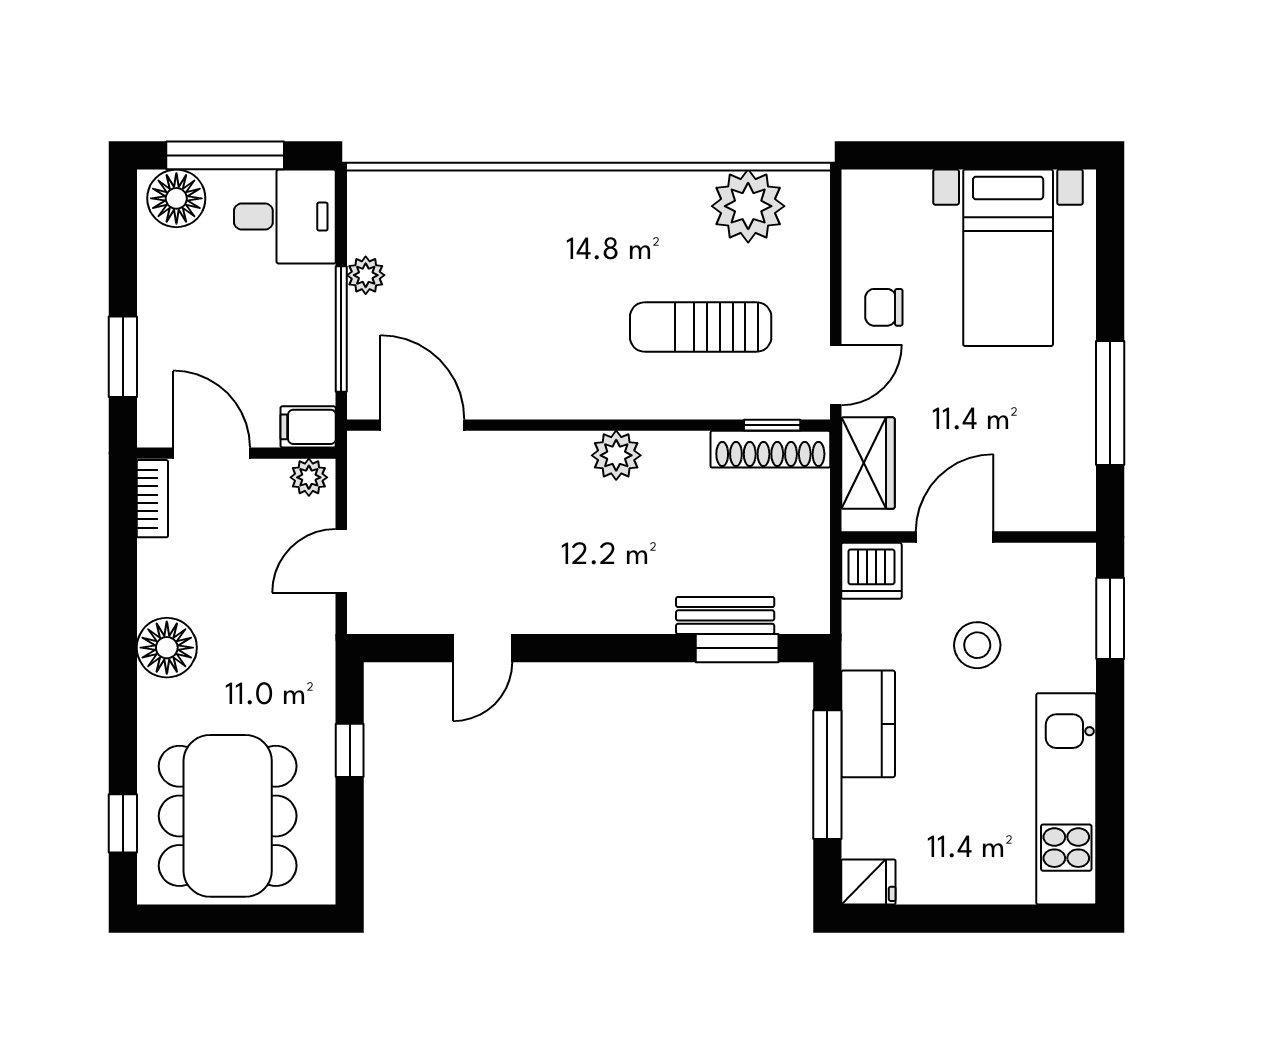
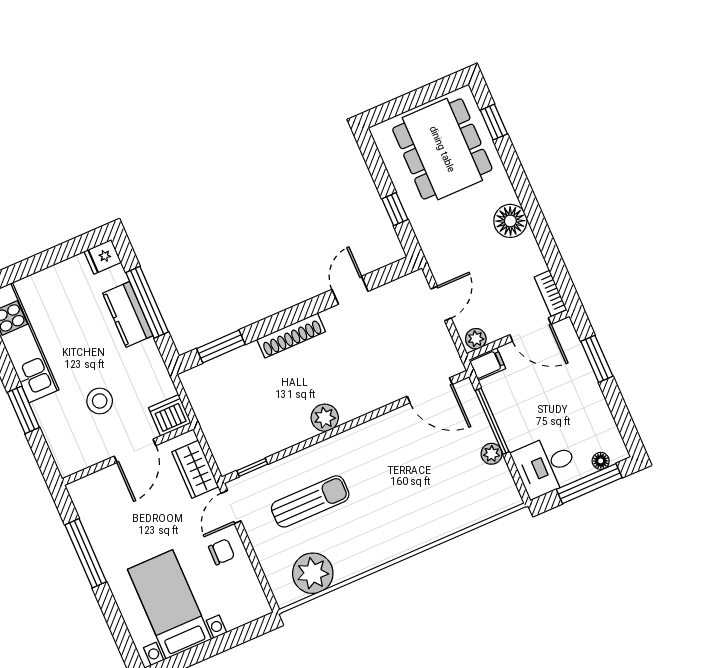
floor lamp: (176, 198) -> (601, 461), width x0.53, depth x0.53
shoe rack: (770, 449) -> (291, 336), moved, turned 180
bench: (725, 615) -> (234, 360), removed
window: (1110, 618) -> (23, 410), moved
kitchen counter: (868, 724) -> (128, 314), moved

